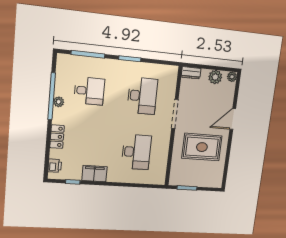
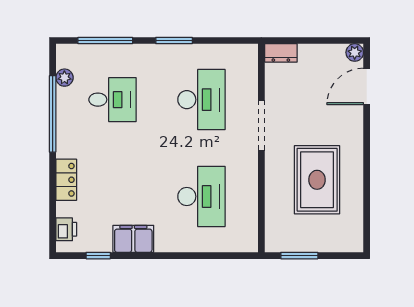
plant: (215, 77) -> (325, 56), removed
plant: (59, 102) -> (64, 78), moved
door: (233, 119) -> (367, 86), moved
rug: (202, 147) -> (317, 180), turned 90

